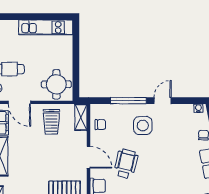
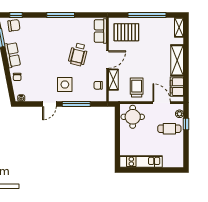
shelving: (81, 117) -> (113, 80), moved
door: (88, 157) -> (107, 60), swing flipped

